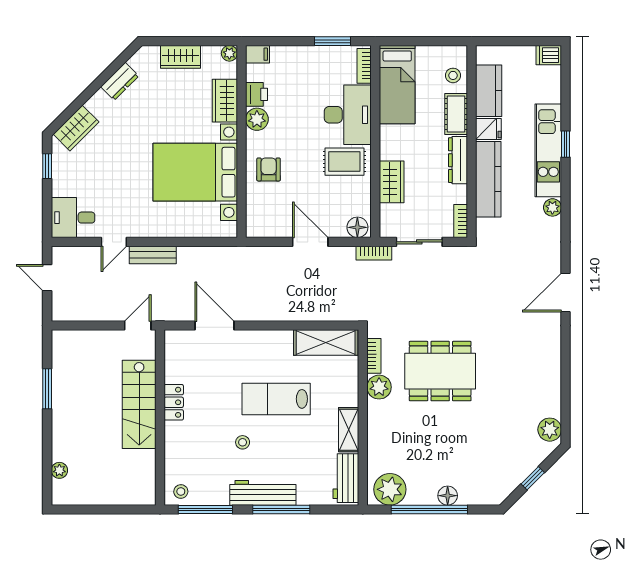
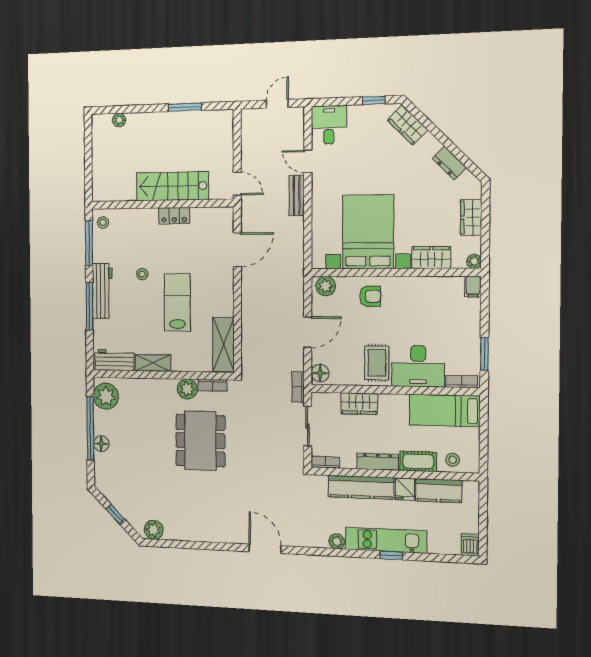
printer: (257, 94) -> (437, 286), removed
plant: (257, 119) -> (326, 286), moved

